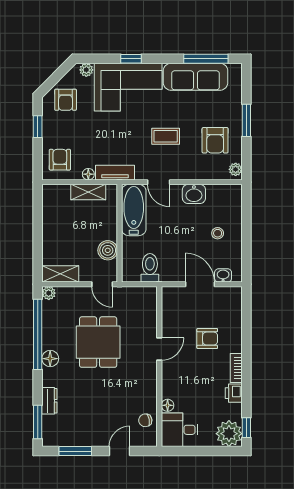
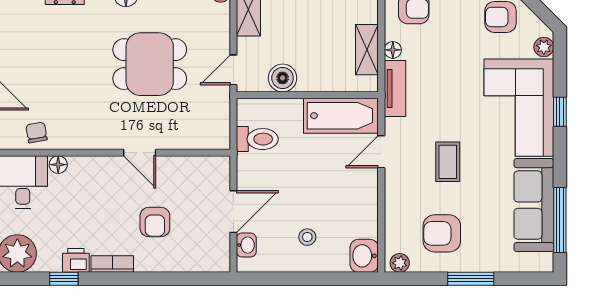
washbasin: (194, 194) -> (364, 256), moved
window: (246, 428) -> (64, 279), moved

